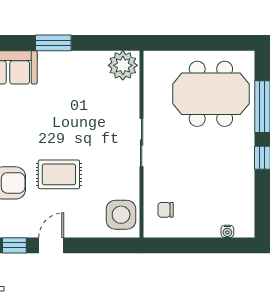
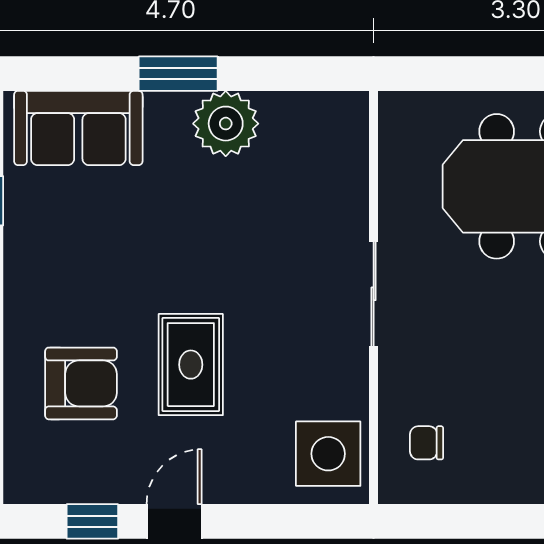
plant: (123, 65) -> (226, 124), moved
rug: (59, 174) -> (191, 365), turned 90

